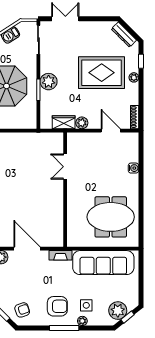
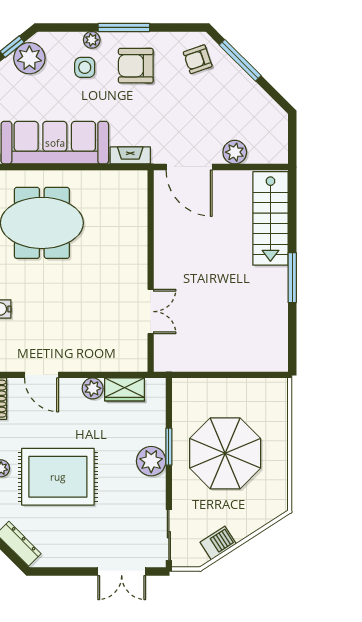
double door: (65, 167) -> (151, 312), moved
wall: (65, 190) -> (151, 271), moved

